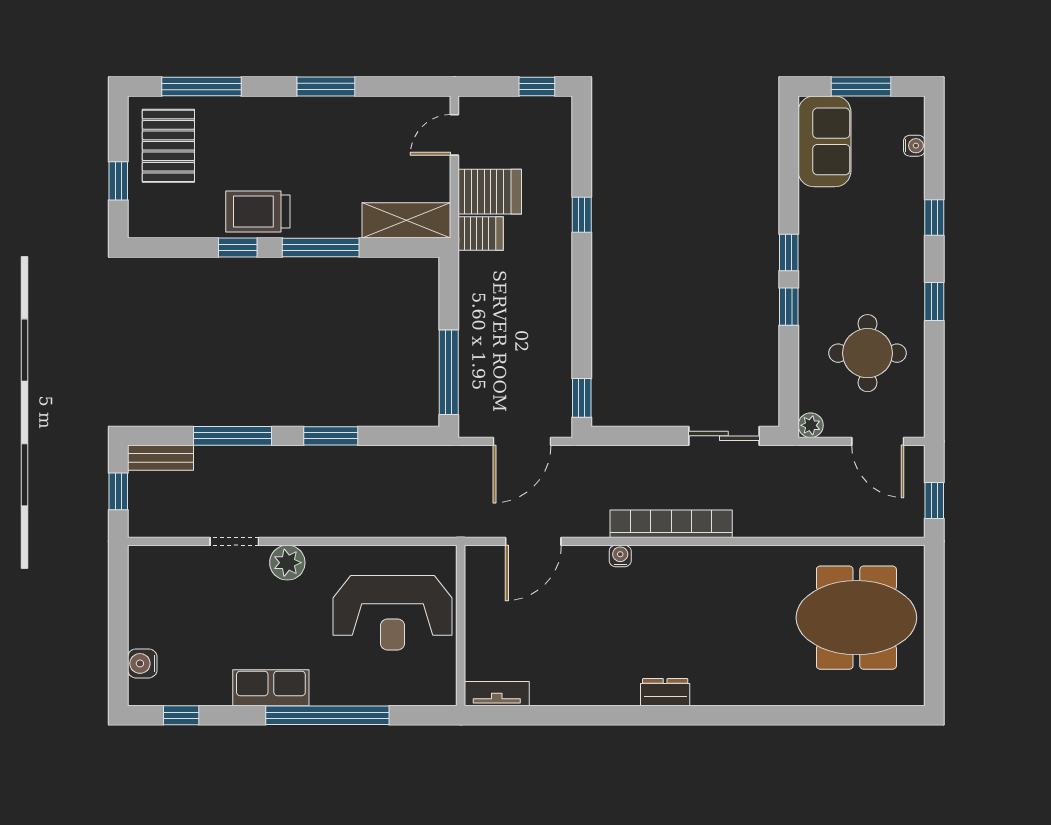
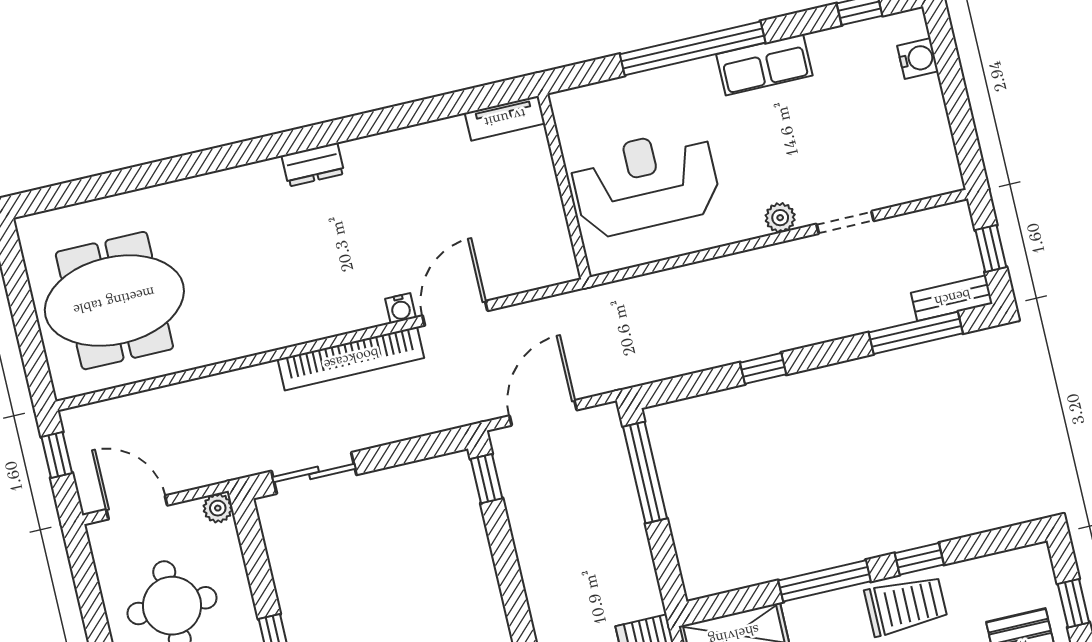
window: (233, 436) -> (916, 333), moved
window: (331, 436) -> (763, 368), width x0.67
door: (533, 541) -> (455, 313), moved
plant: (287, 563) -> (780, 218), width x0.73, depth x0.73

